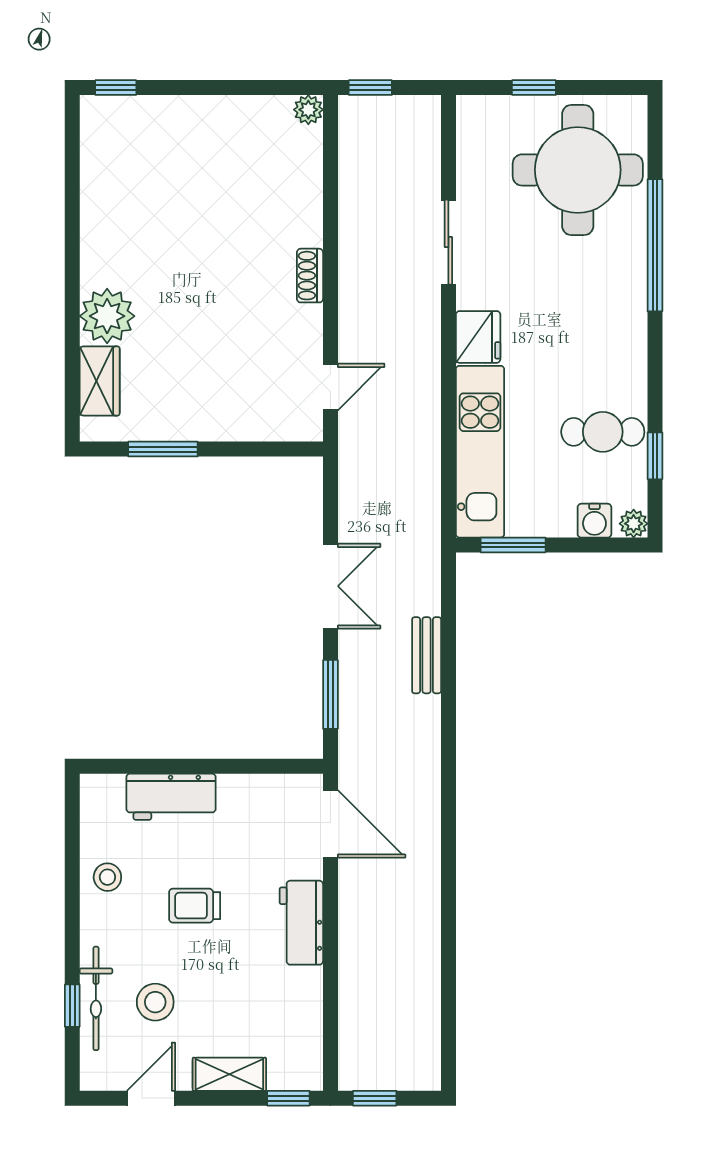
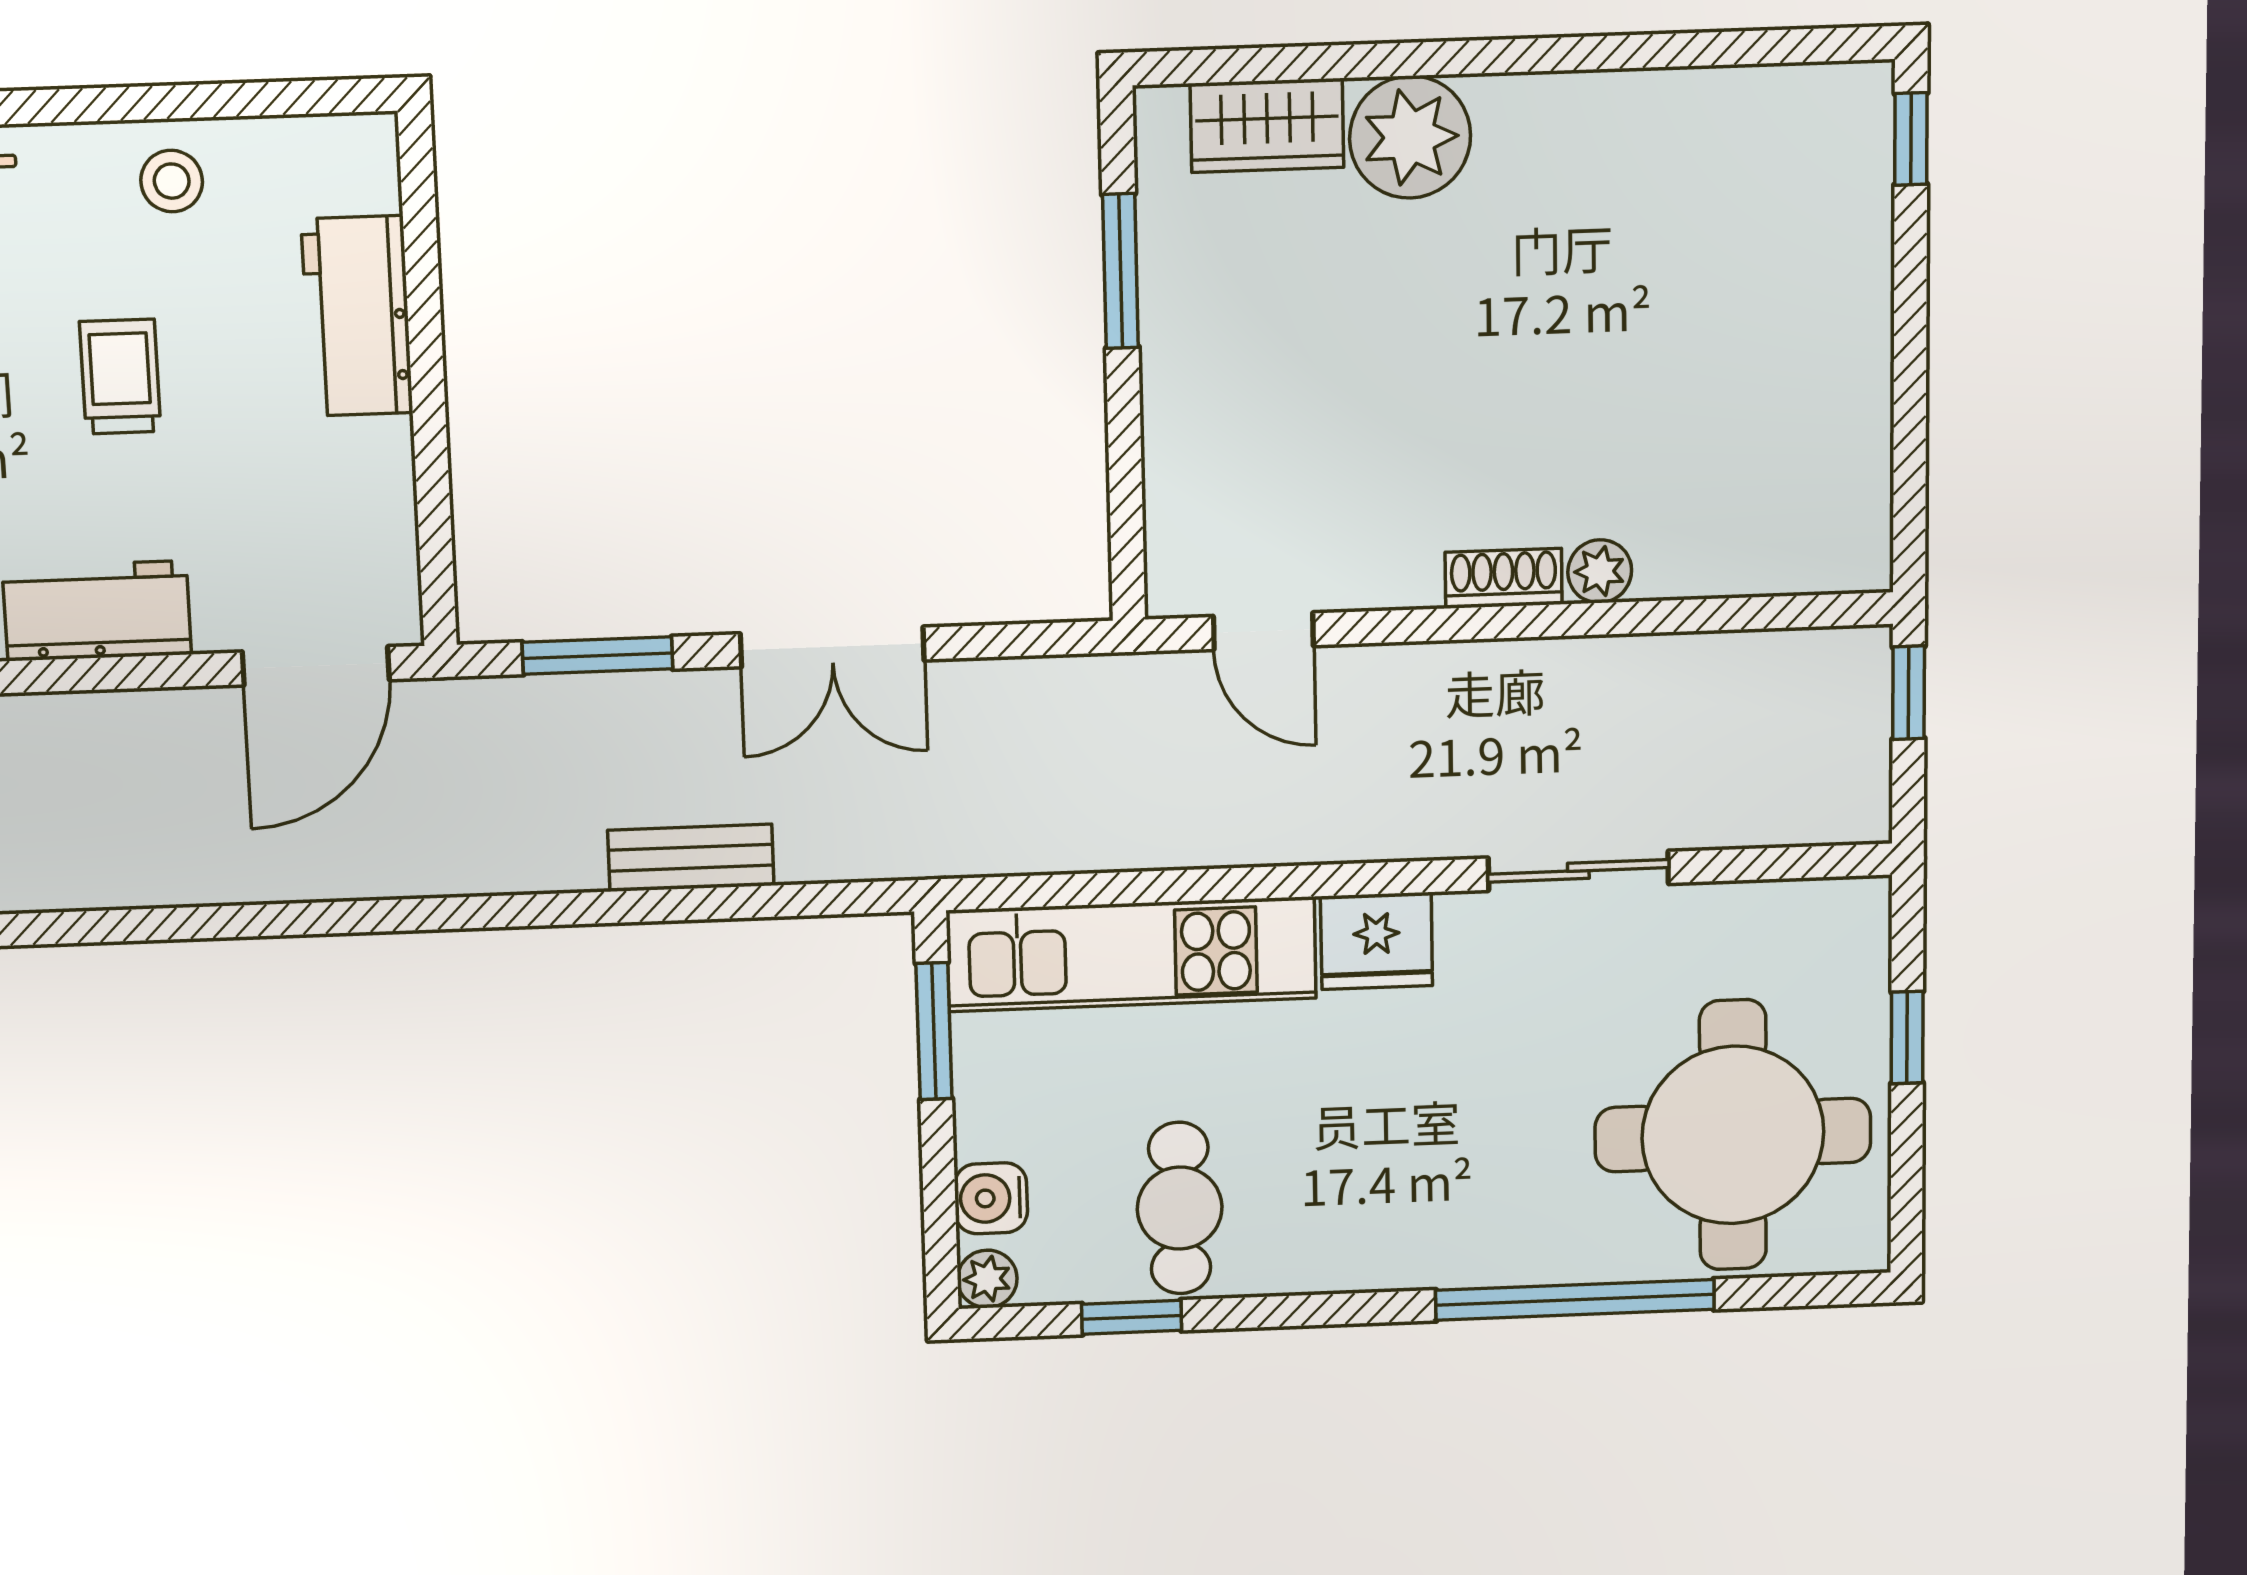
plant: (308, 110) -> (1600, 571), moved

